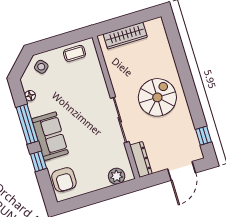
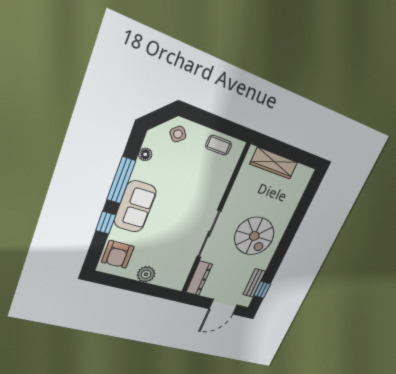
spiral stairs: (157, 97) -> (254, 236), turned 90
bench: (191, 134) -> (254, 283), added
plant: (117, 176) -> (146, 274), moved

